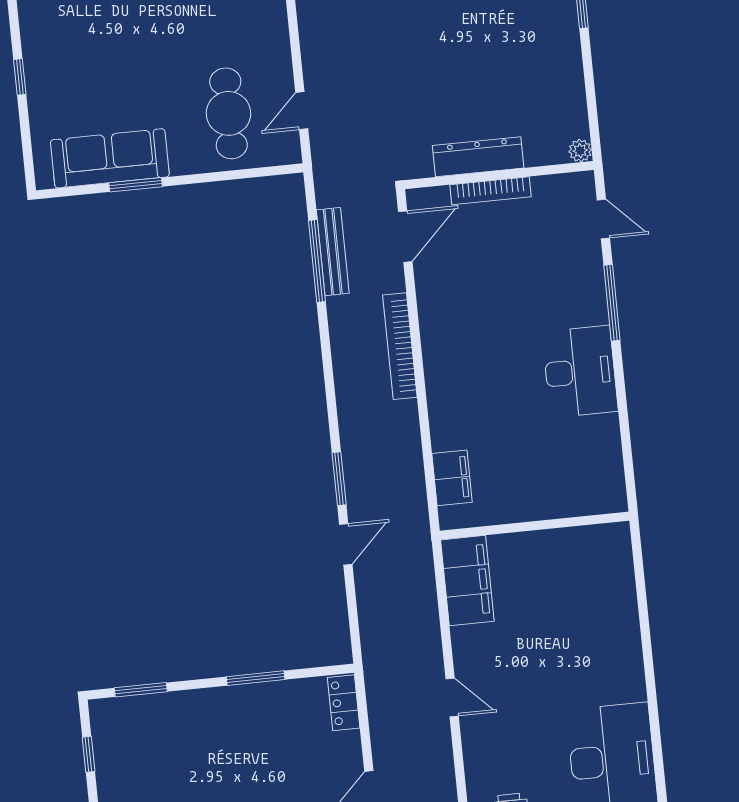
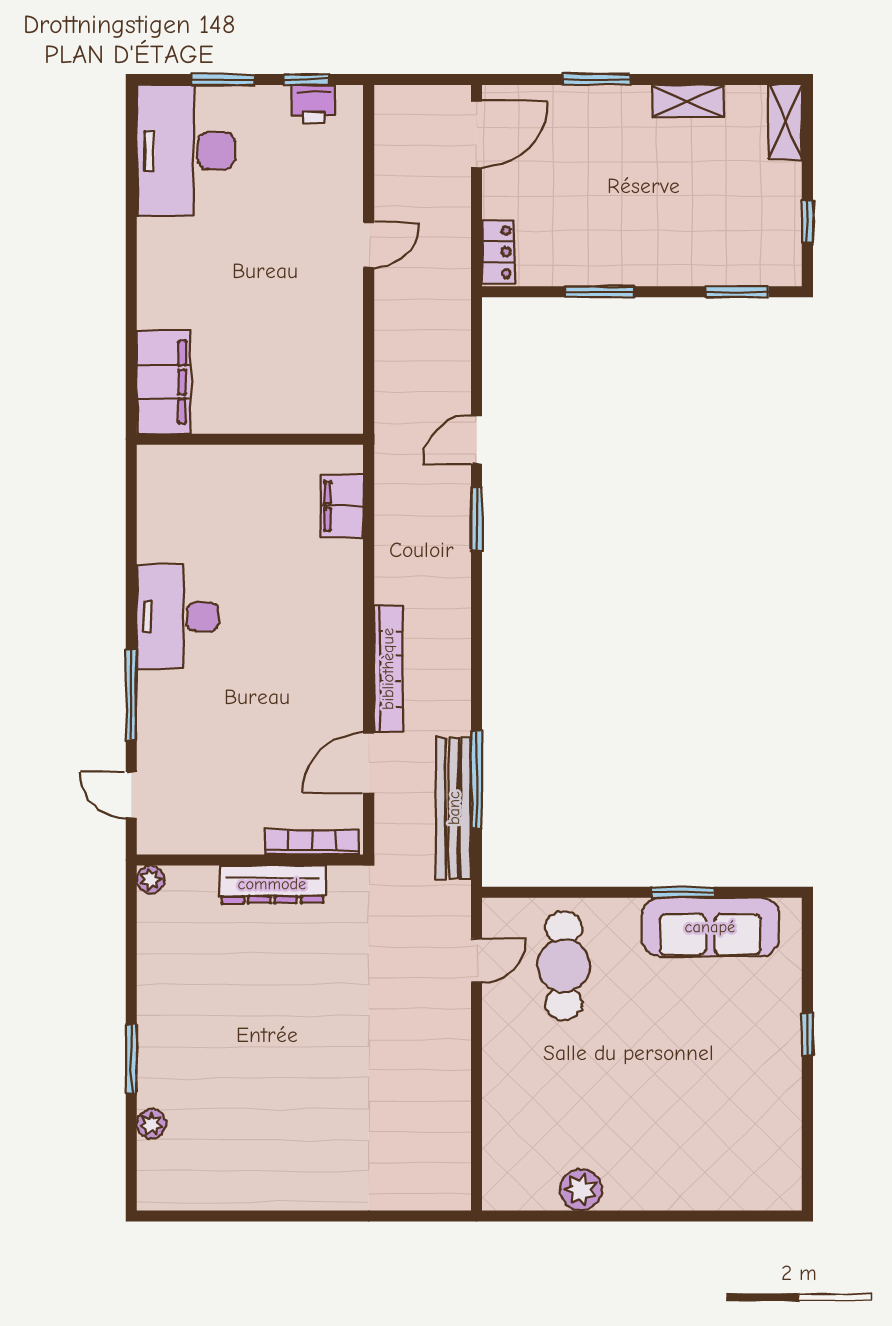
bookcase: (491, 191) -> (312, 842), moved
door: (405, 237) -> (369, 763), moved
bench: (333, 252) -> (454, 808), width x1.37, depth x1.21
filing cabinet: (467, 581) -> (163, 382), moved, turned 180
door: (452, 697) -> (369, 245), swing flipped

